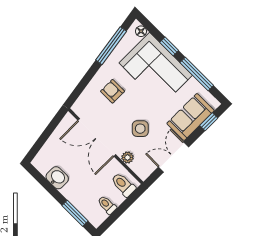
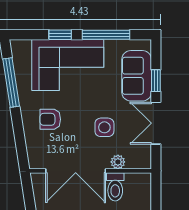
floor lamp: (141, 31) -> (24, 46), removed
window: (209, 122) -> (156, 81), moved
side table: (140, 129) -> (104, 127), turned 45
toilet: (123, 185) -> (115, 187), moved, turned -90

